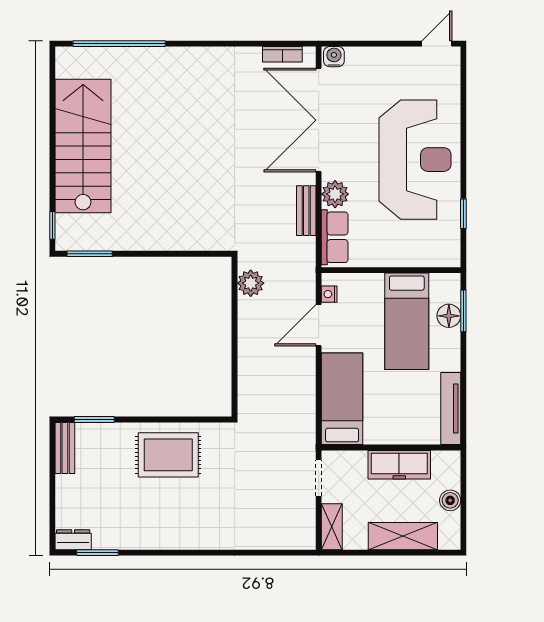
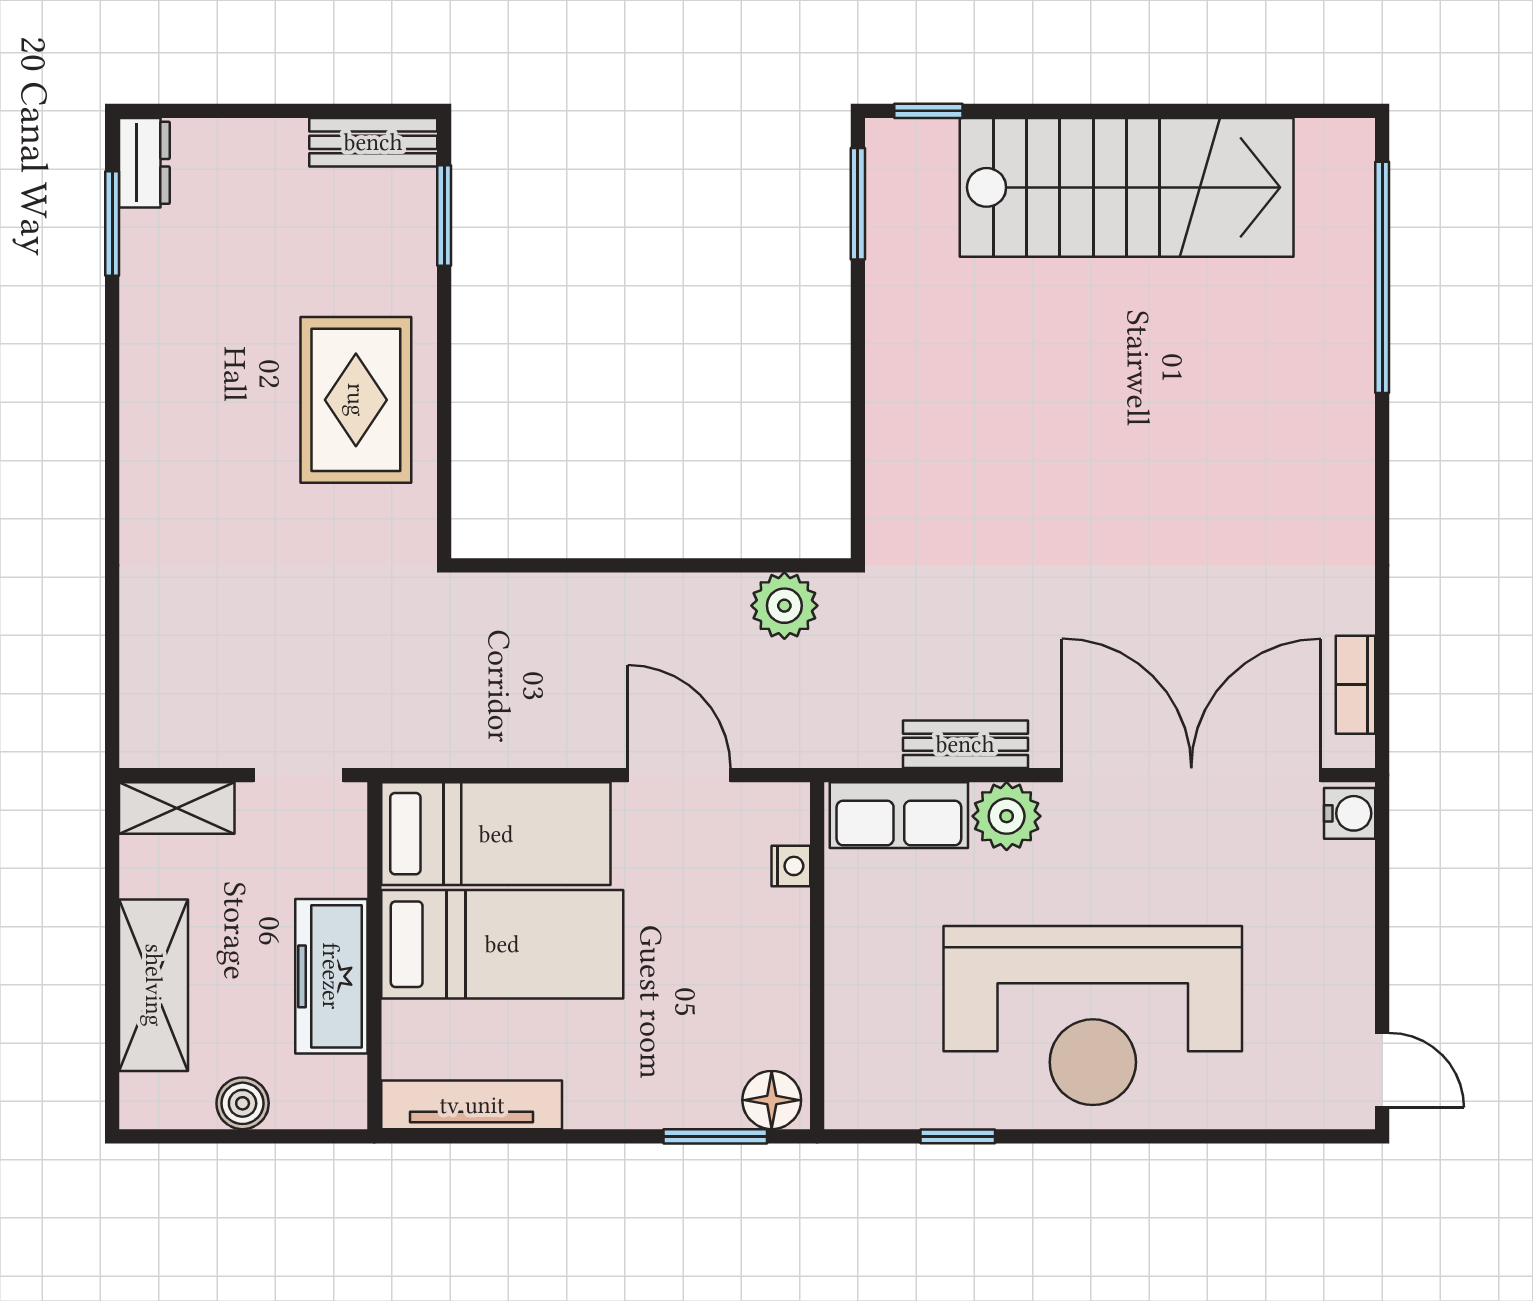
nightstand: (329, 294) -> (791, 866), moved, turned 90
floor lamp: (449, 316) -> (772, 1100), moved
bed: (407, 321) -> (502, 944), moved, turned 180

